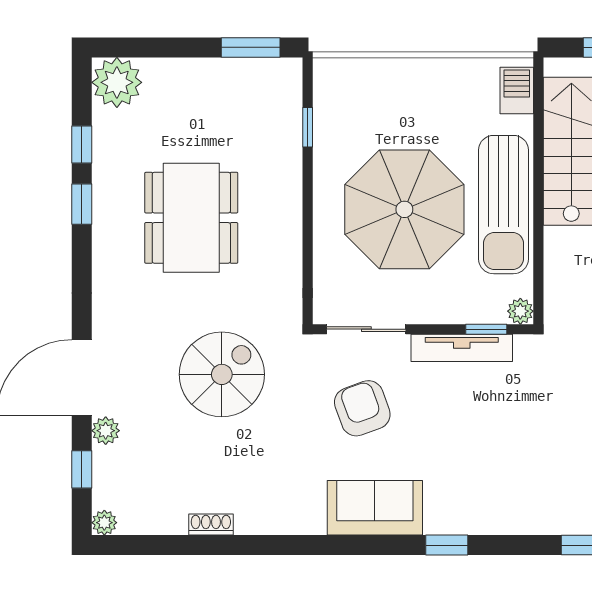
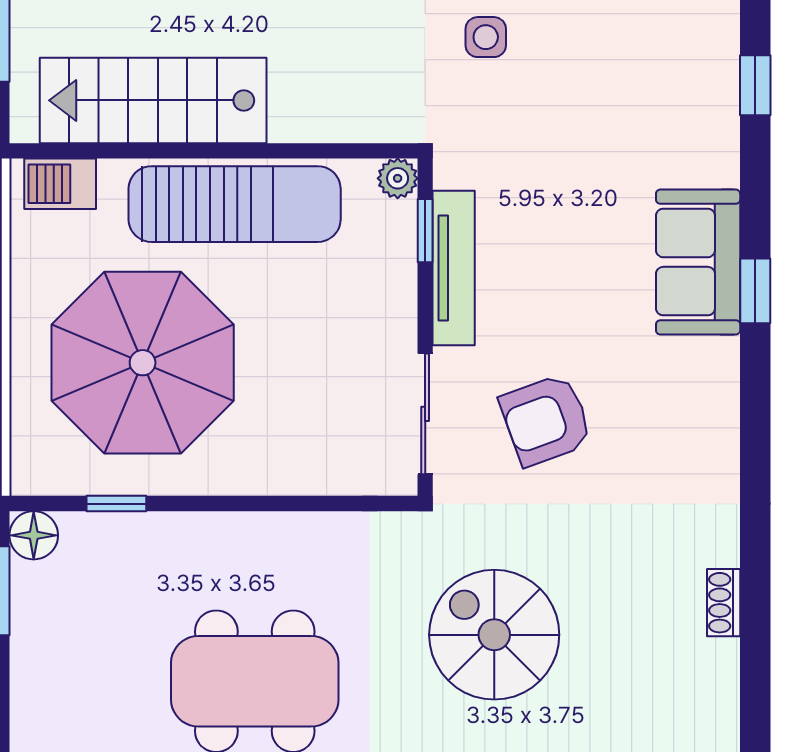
floor lamp: (287, 73) -> (34, 535), added
parasol: (404, 209) -> (143, 363), moved
sofa: (375, 508) -> (698, 262), moved
shoe rack: (211, 524) -> (724, 603), moved

